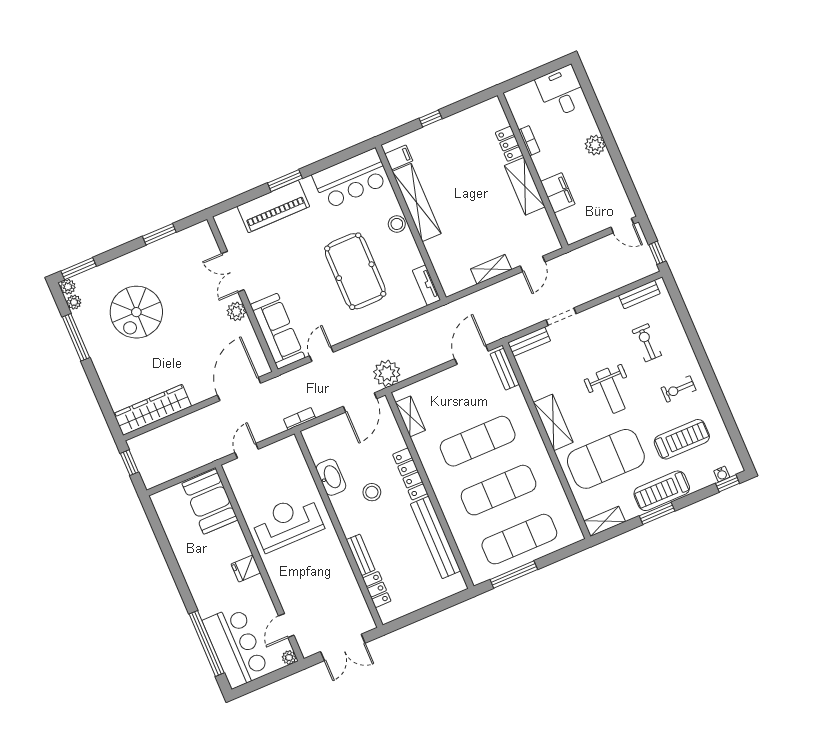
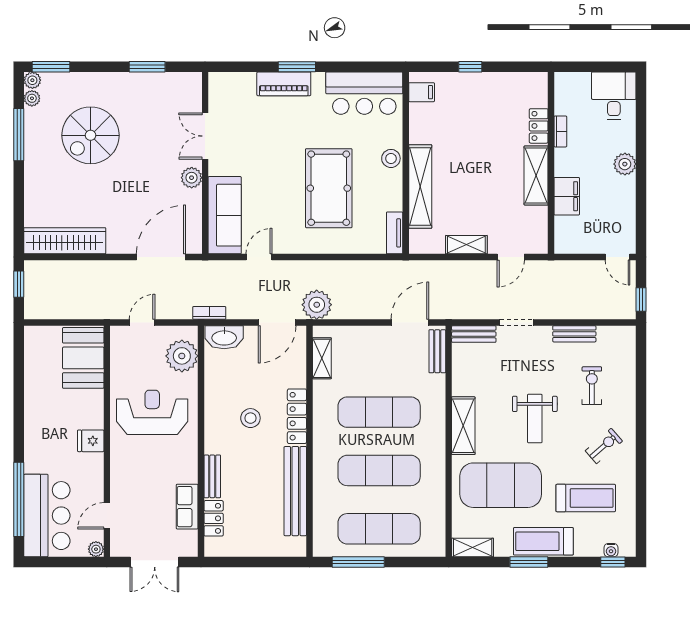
shelving: (417, 203) -> (420, 187), moved
piano: (273, 206) -> (284, 84), width x0.73, depth x0.75
bench: (639, 295) -> (574, 334), moved
exercise bike: (678, 389) -> (604, 446), turned 139
plant: (292, 465) -> (182, 356), added
washbasin: (331, 477) -> (224, 337), moved, turned 90
row of seats: (350, 589) -> (187, 507), added

